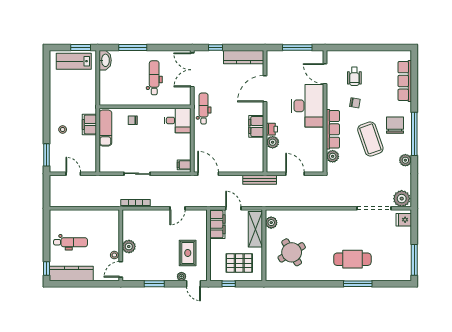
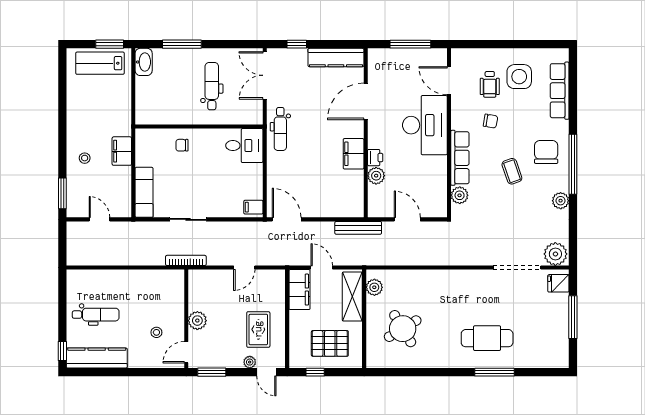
side table: (376, 71) -> (519, 77), added
dental chair: (204, 109) -> (280, 129), turned 180
exam couch: (105, 128) -> (144, 192), moved
coffee table: (370, 139) -> (512, 171), width x0.54, depth x0.58
wall: (121, 245) -> (186, 319), moved
plant: (129, 247) -> (197, 321), moved
window: (414, 260) -> (573, 317), moved
door: (121, 269) -> (186, 352), moved

